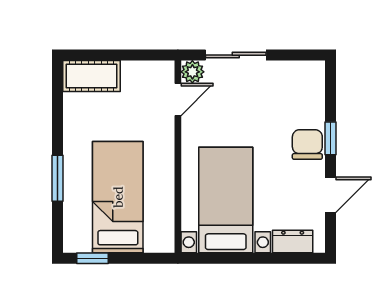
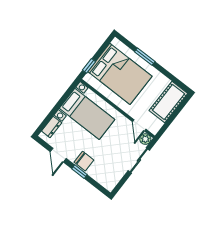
cot: (91, 76) -> (168, 102), width x1.37, depth x1.34
bed: (118, 197) -> (120, 74), width x1.50
window: (92, 258) -> (89, 66), moved

